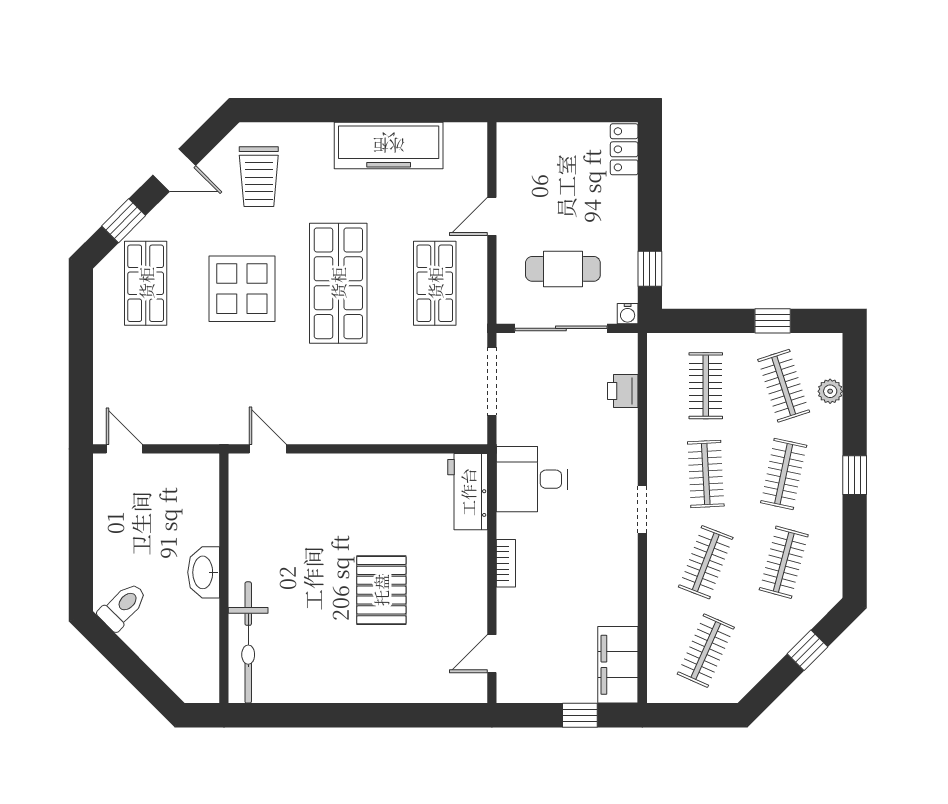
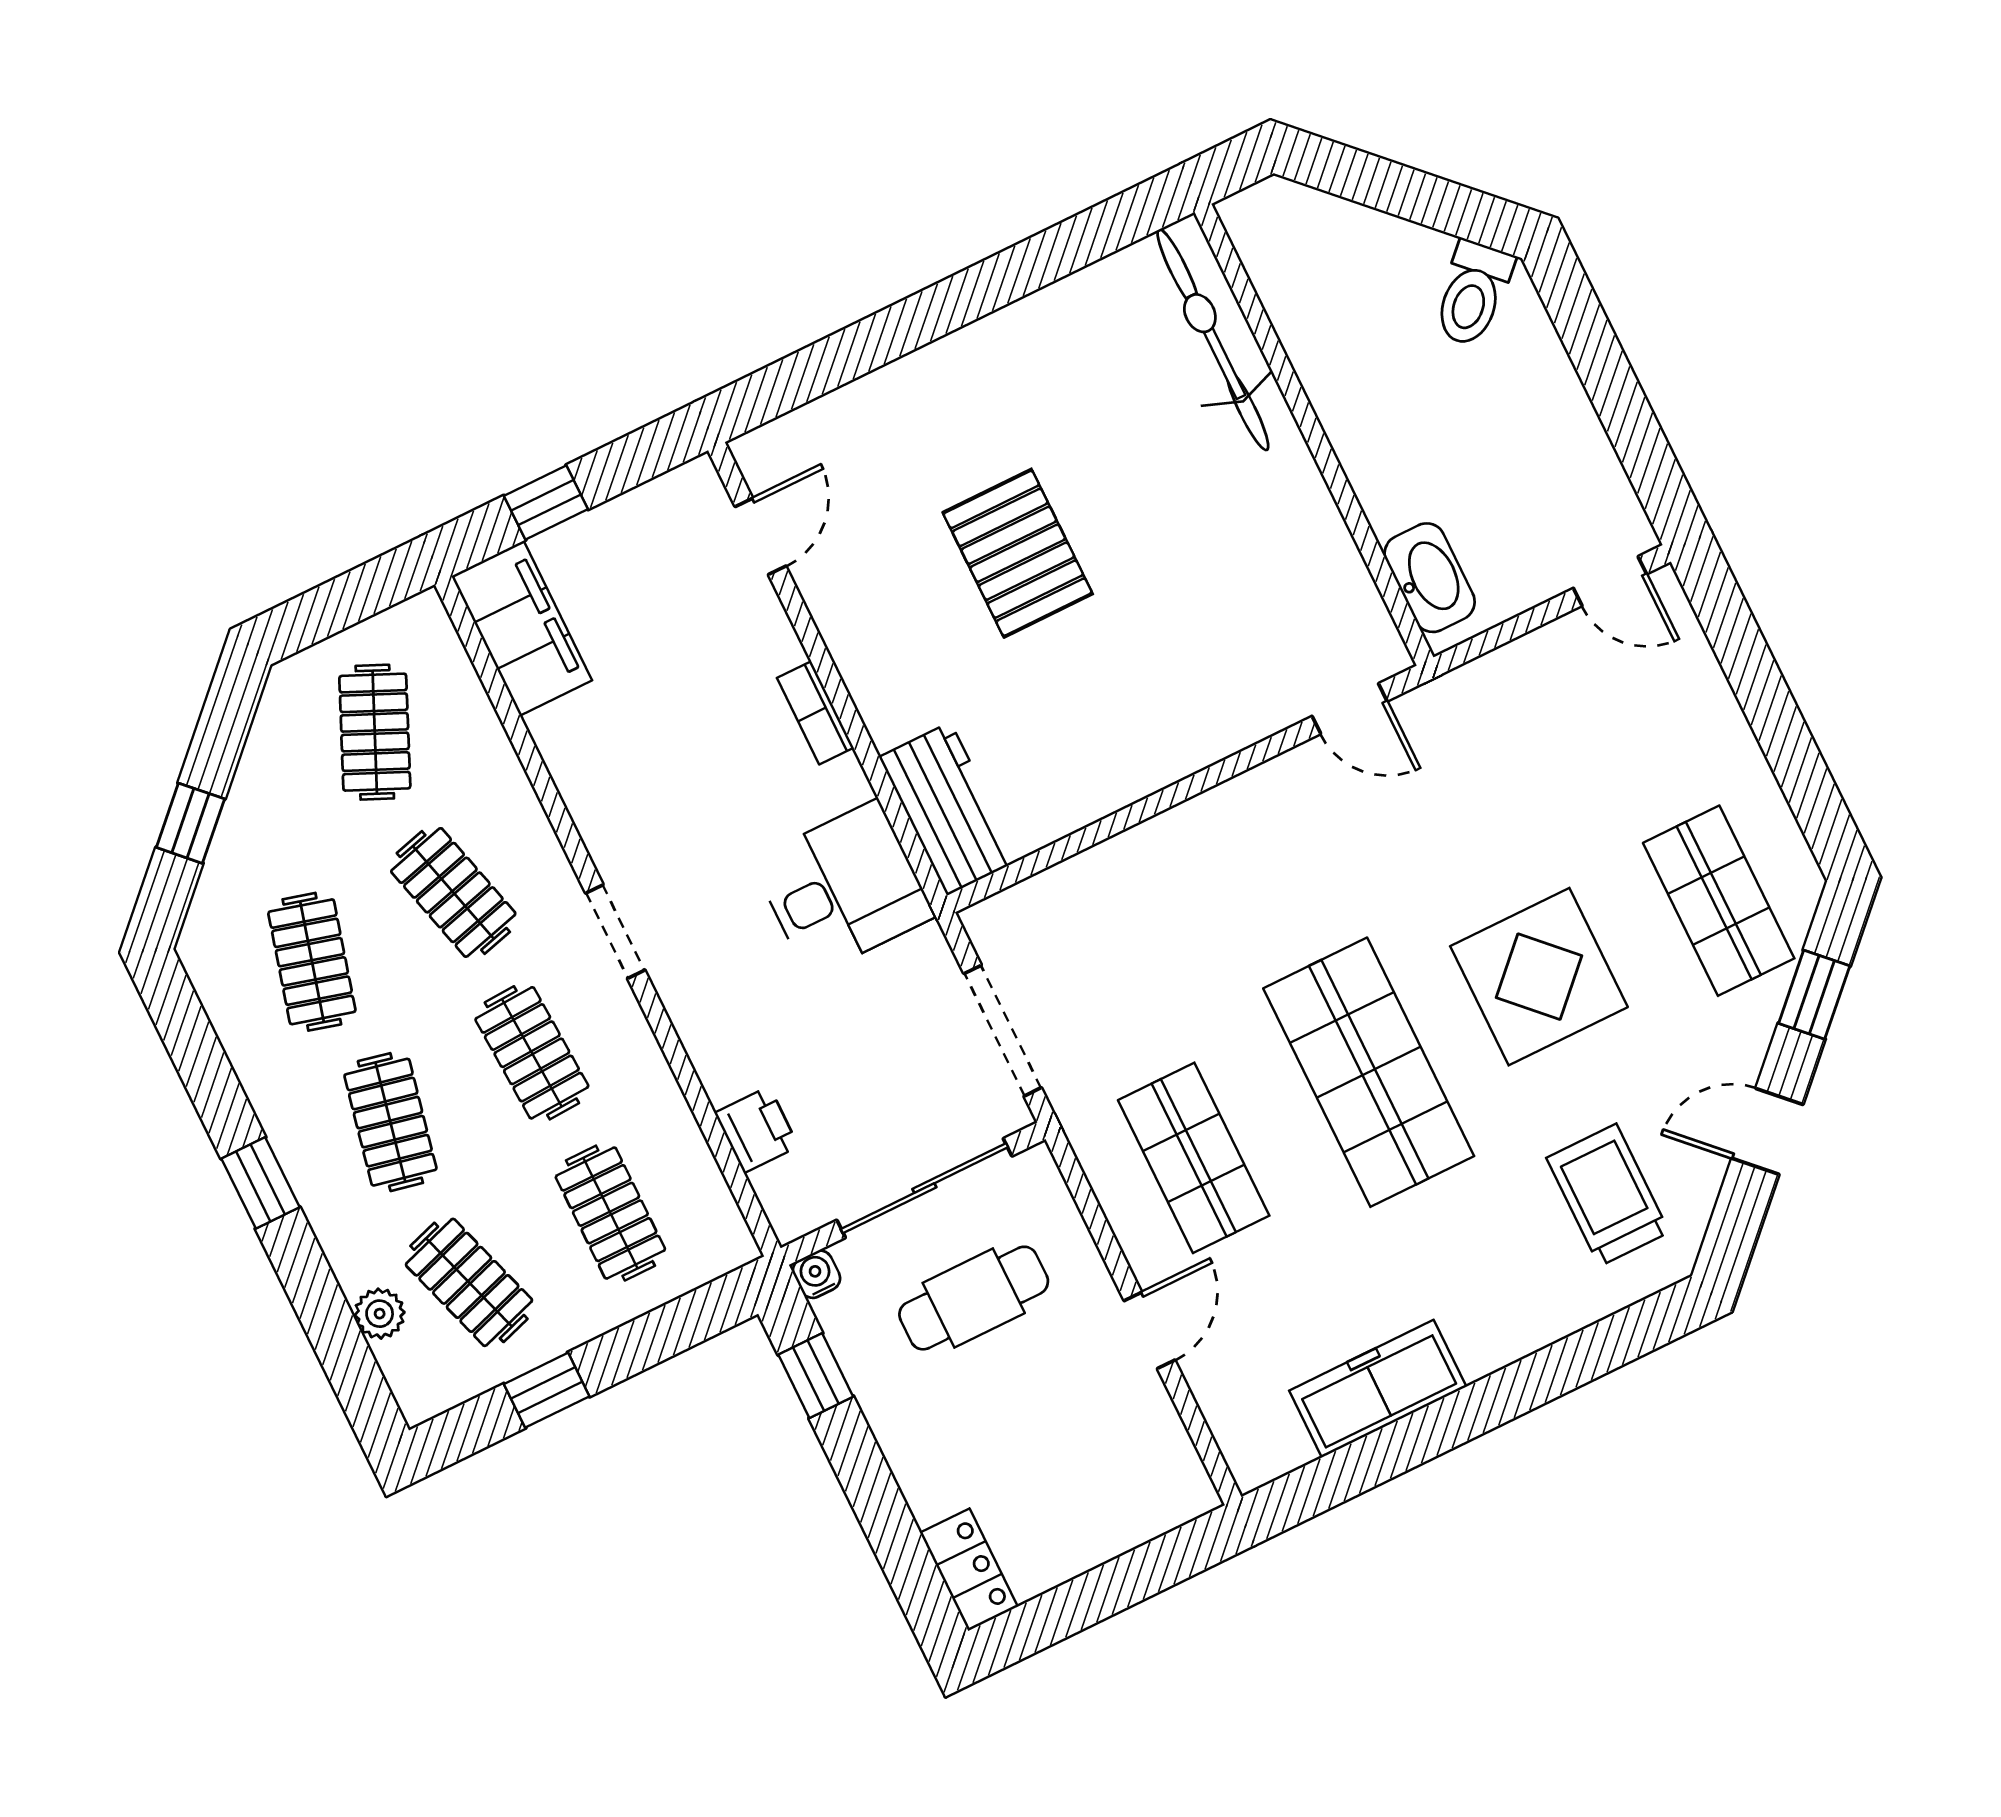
freezer: (389, 146) -> (1378, 1389), width x0.73, depth x0.79
clothes rail: (706, 562) -> (453, 892), turned -36
washbasin: (204, 572) -> (1430, 578), moved

